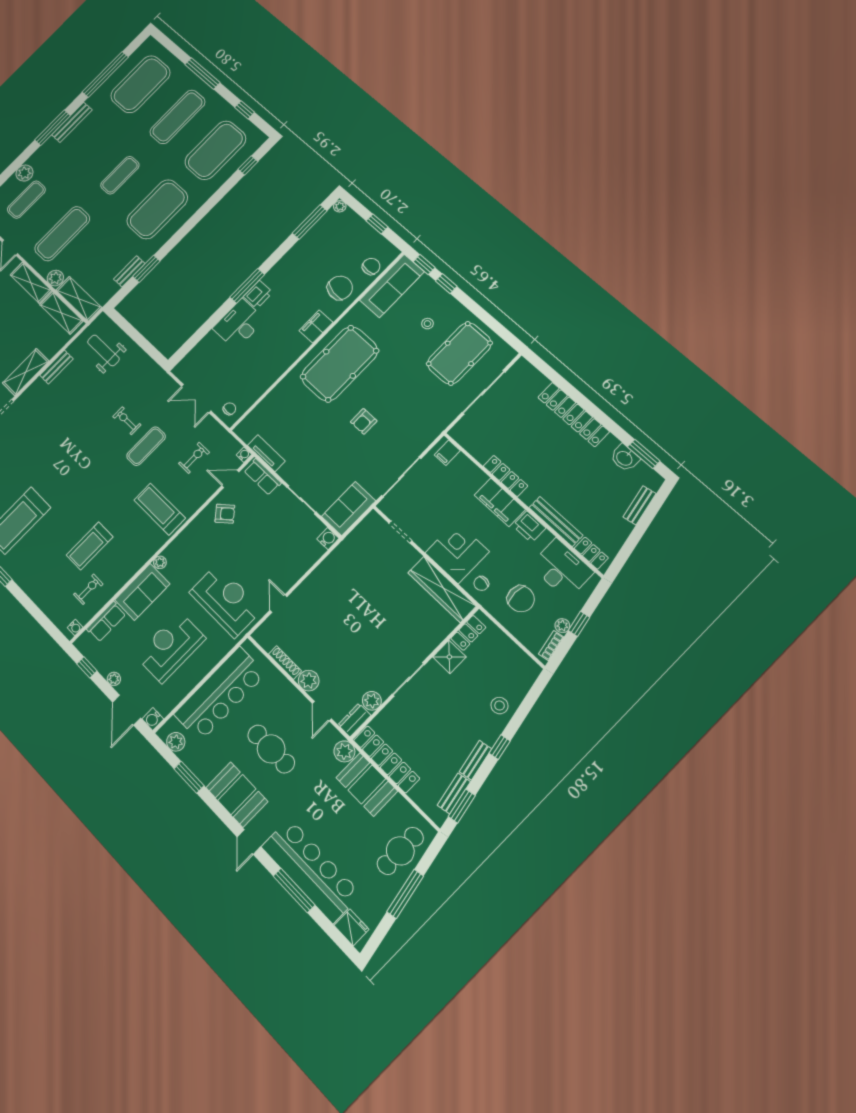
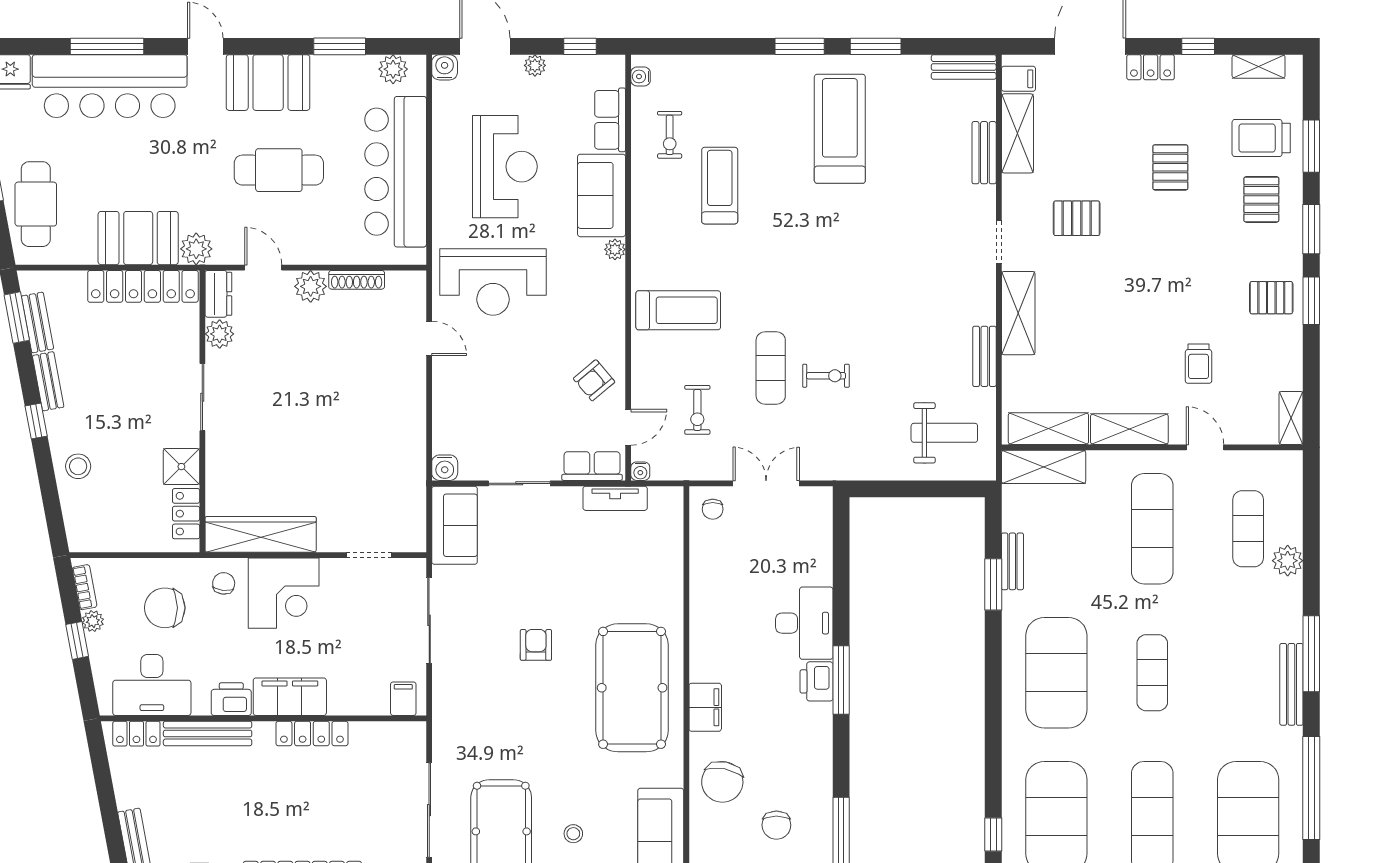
chair: (371, 266) -> (776, 825), moved
plant: (55, 278) -> (1102, 465), removed

